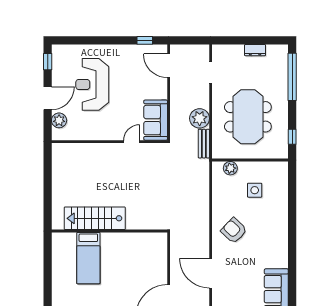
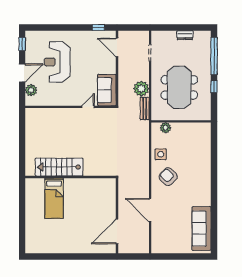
window: (292, 137) -> (214, 86), moved
side table: (255, 190) -> (161, 154), moved

